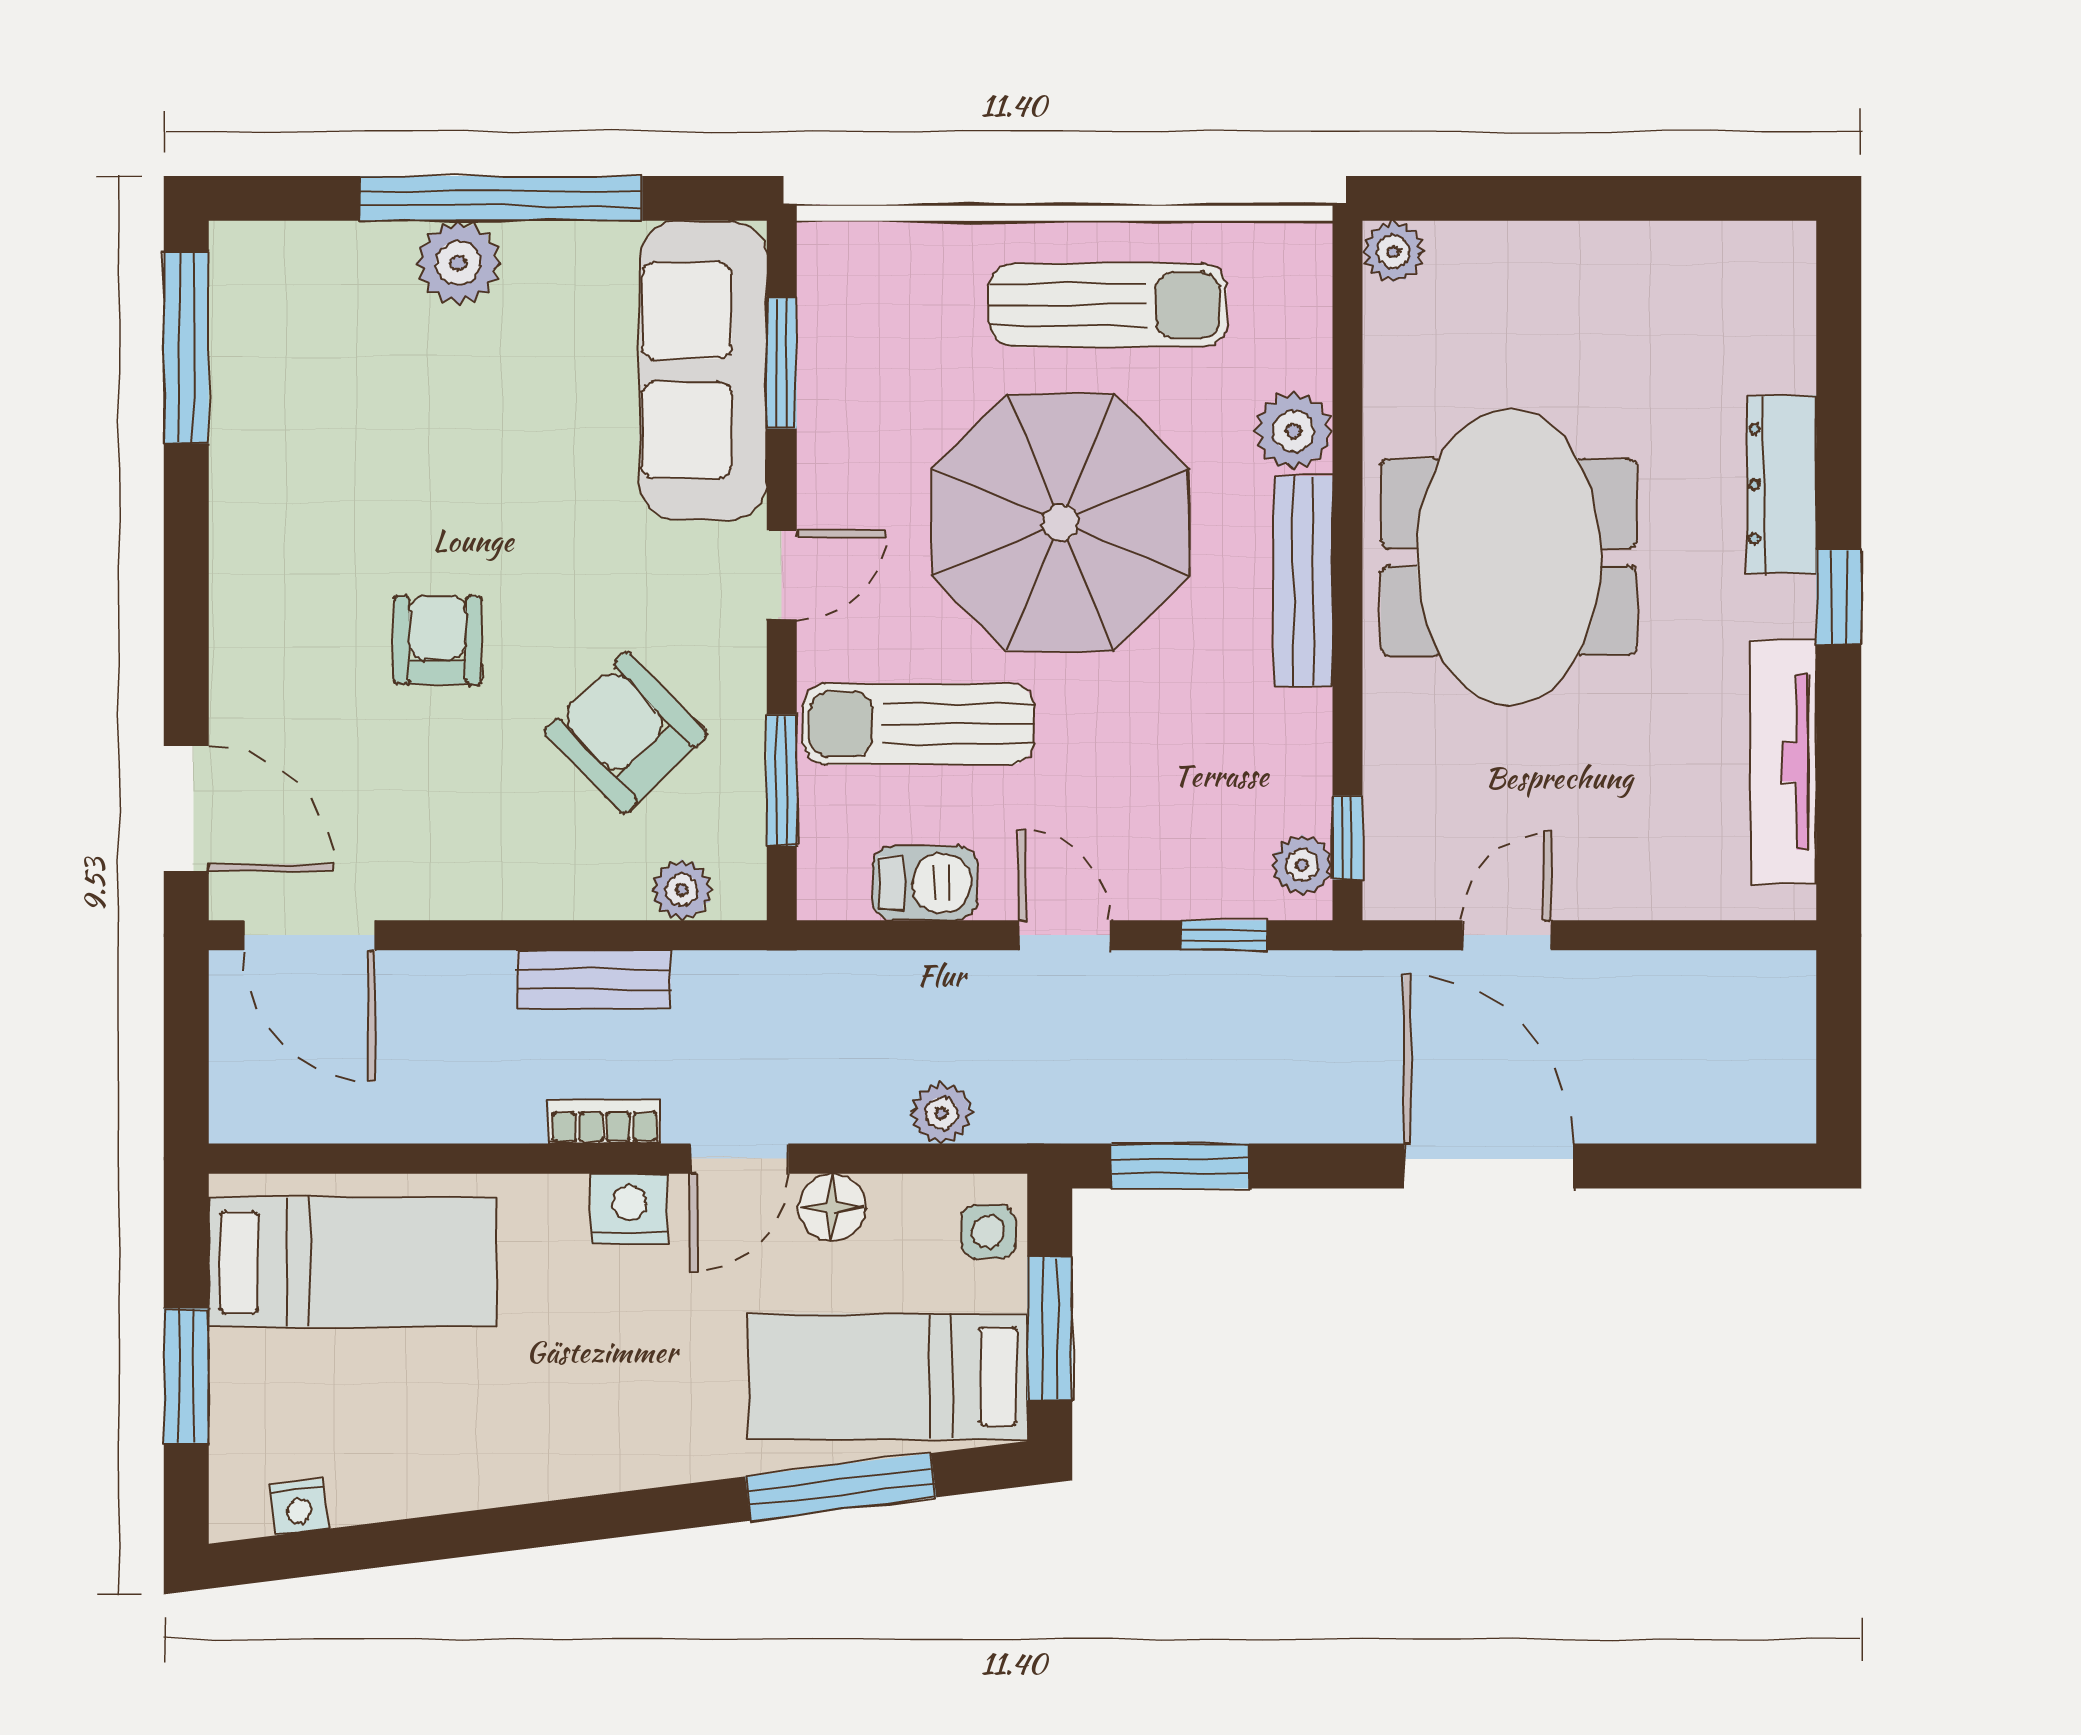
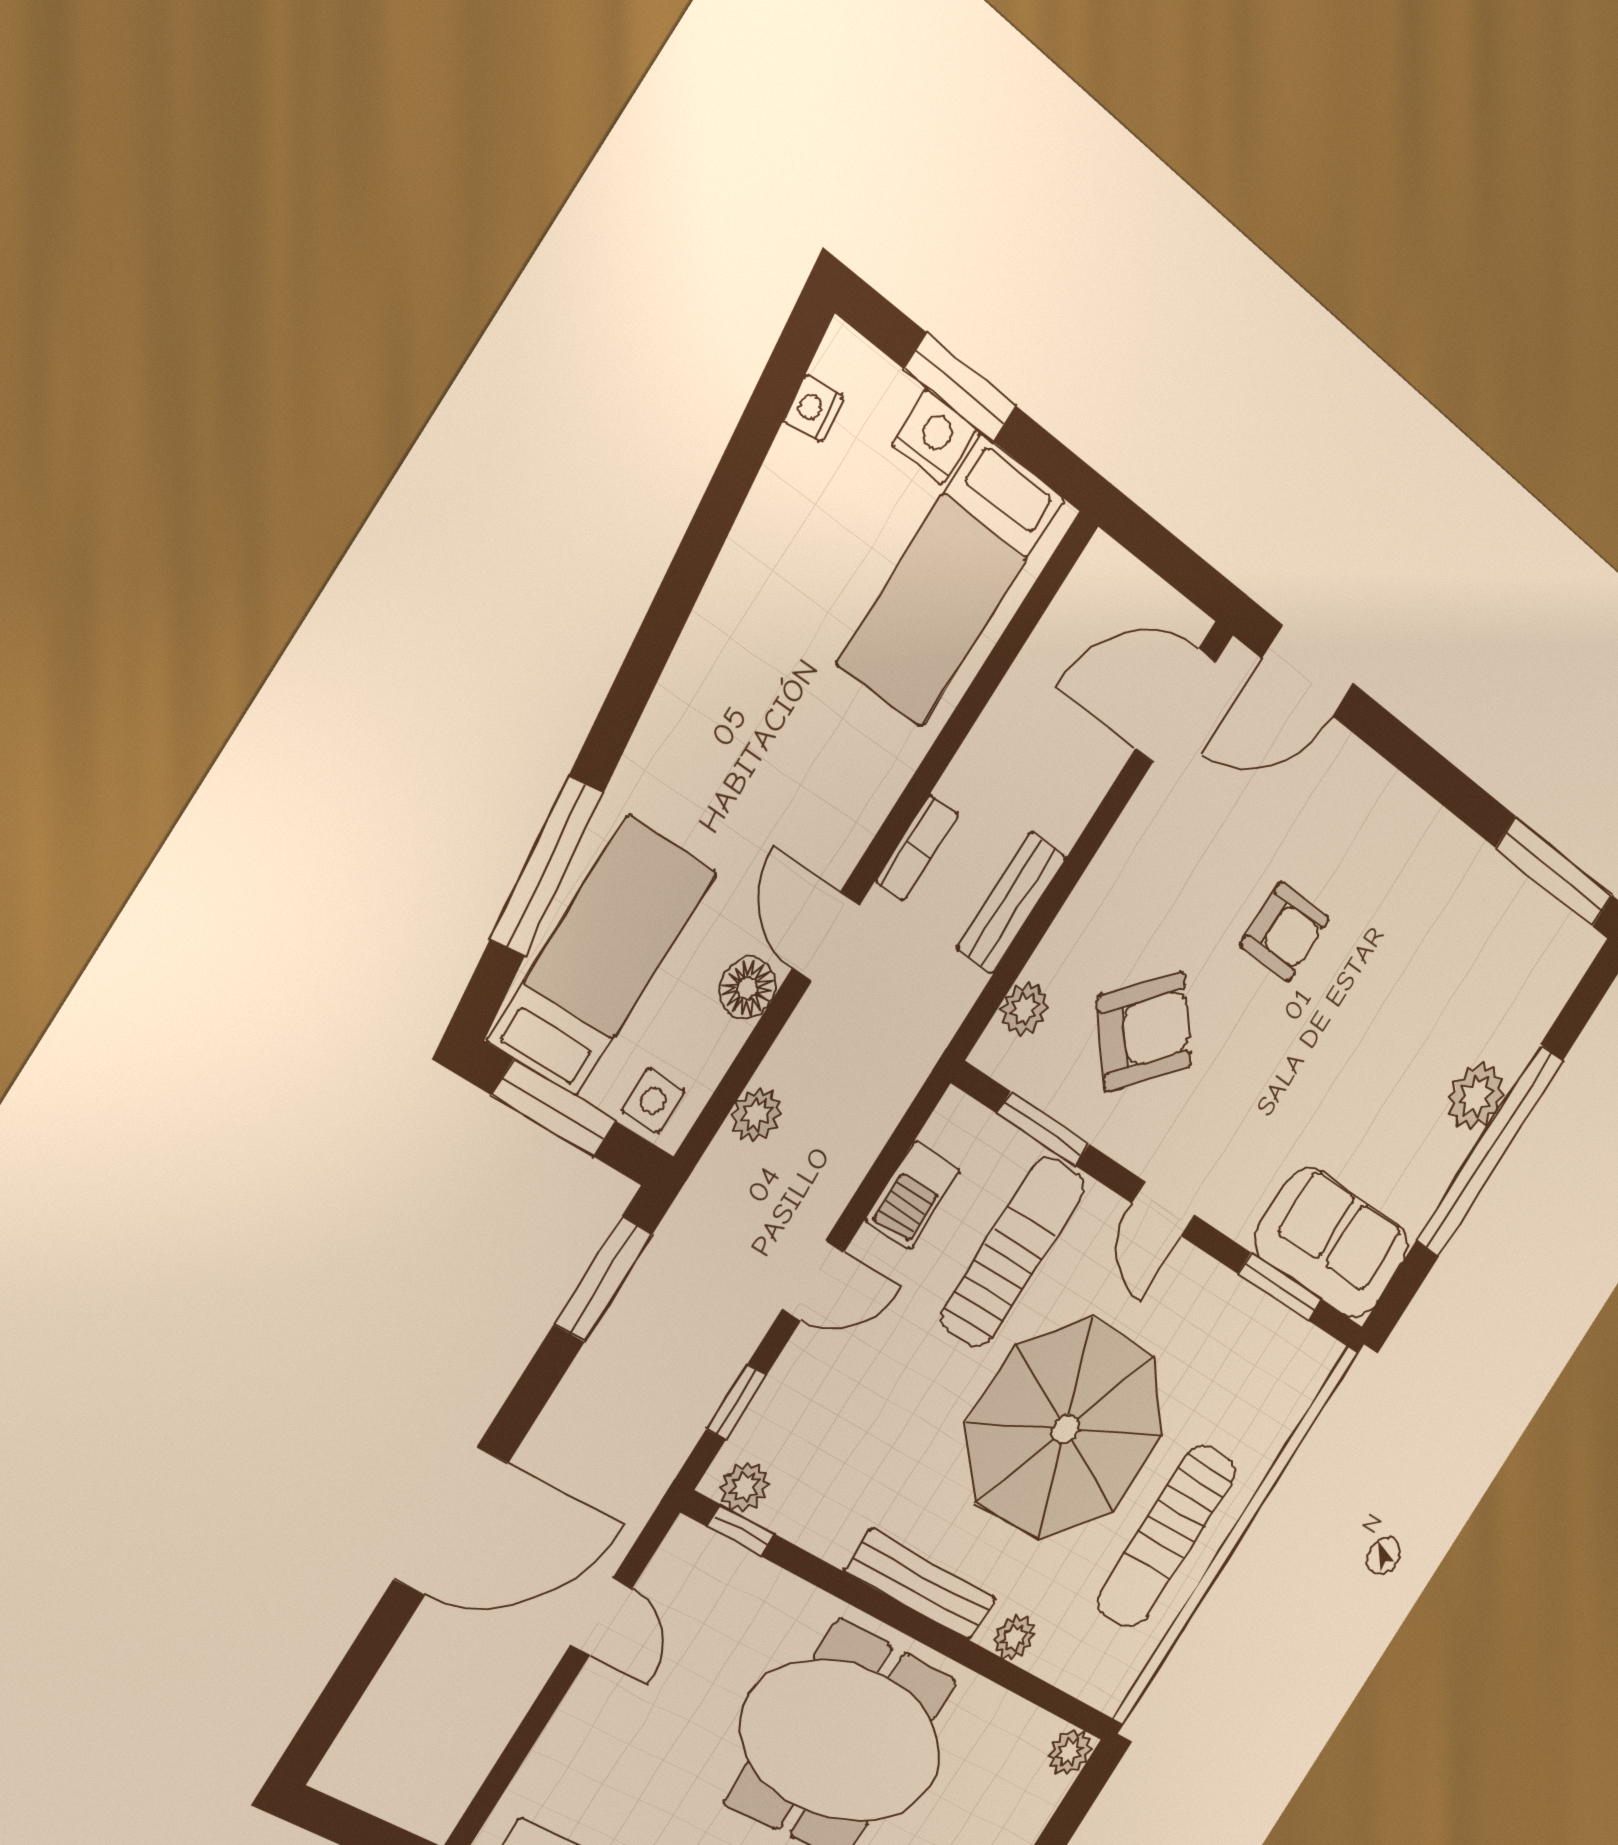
sofa: (703, 370) -> (1332, 1243), width x0.73
plant: (1294, 431) -> (1014, 1638), width x0.73, depth x0.73
nightstand: (629, 1209) -> (934, 437), moved, turned -90

